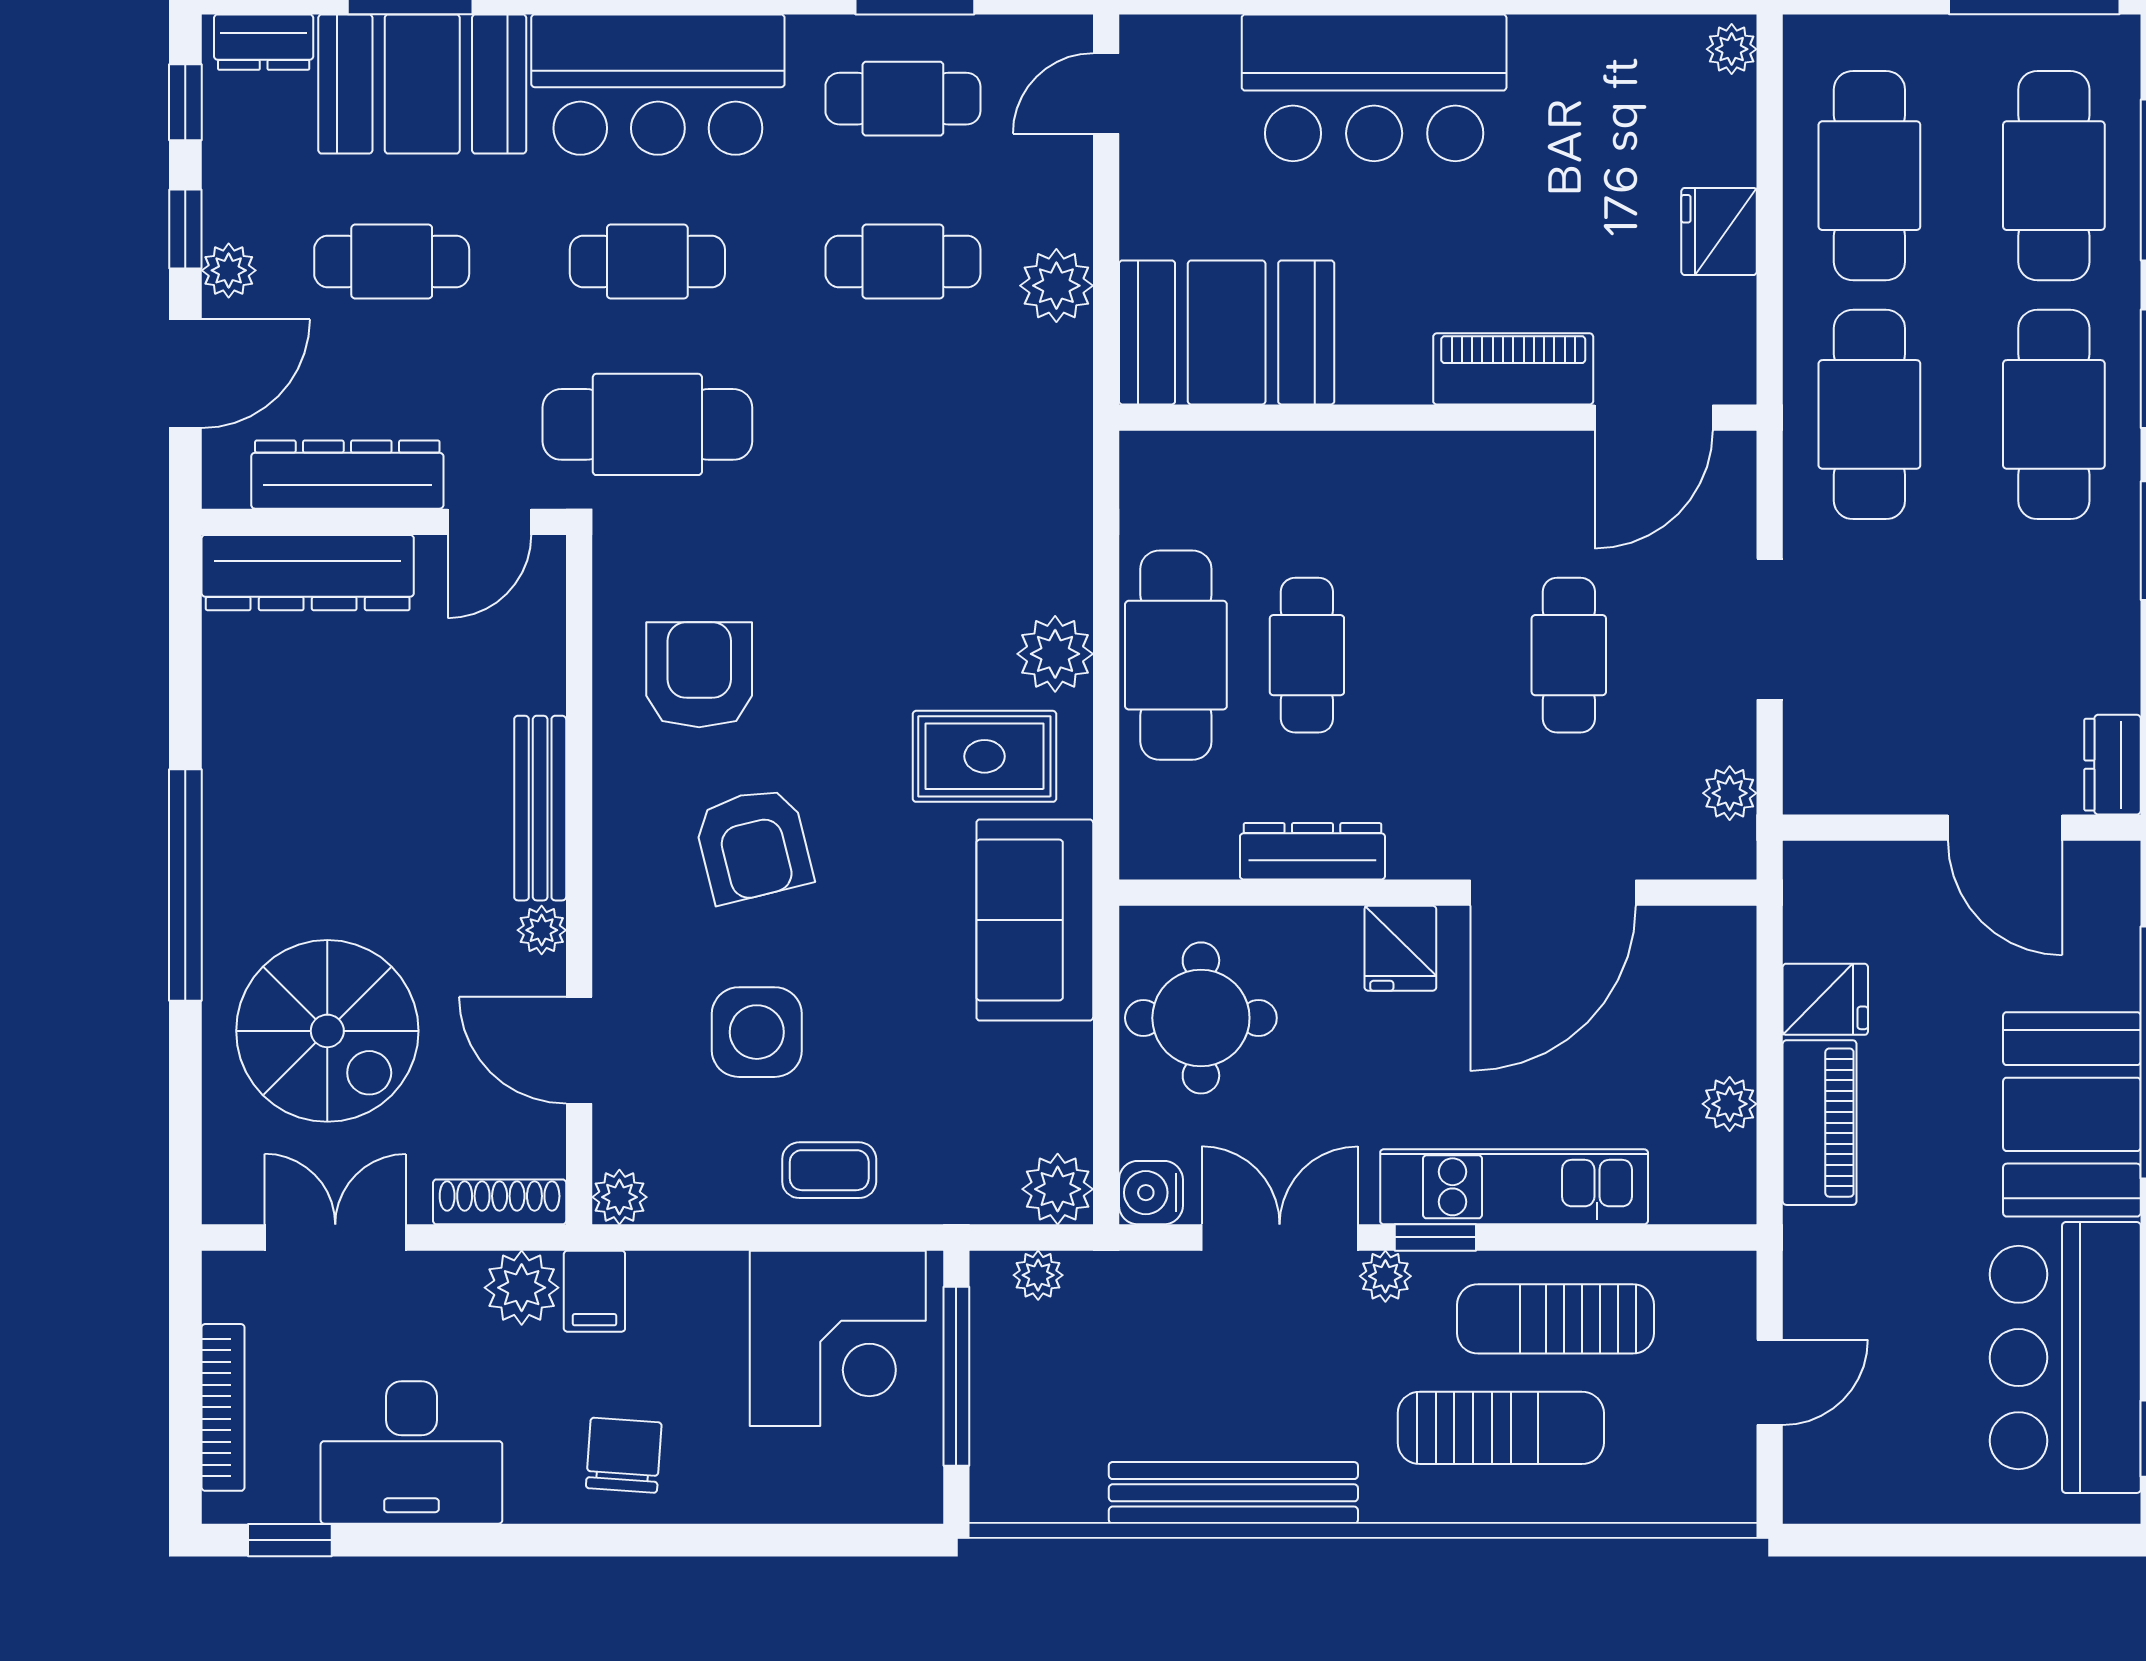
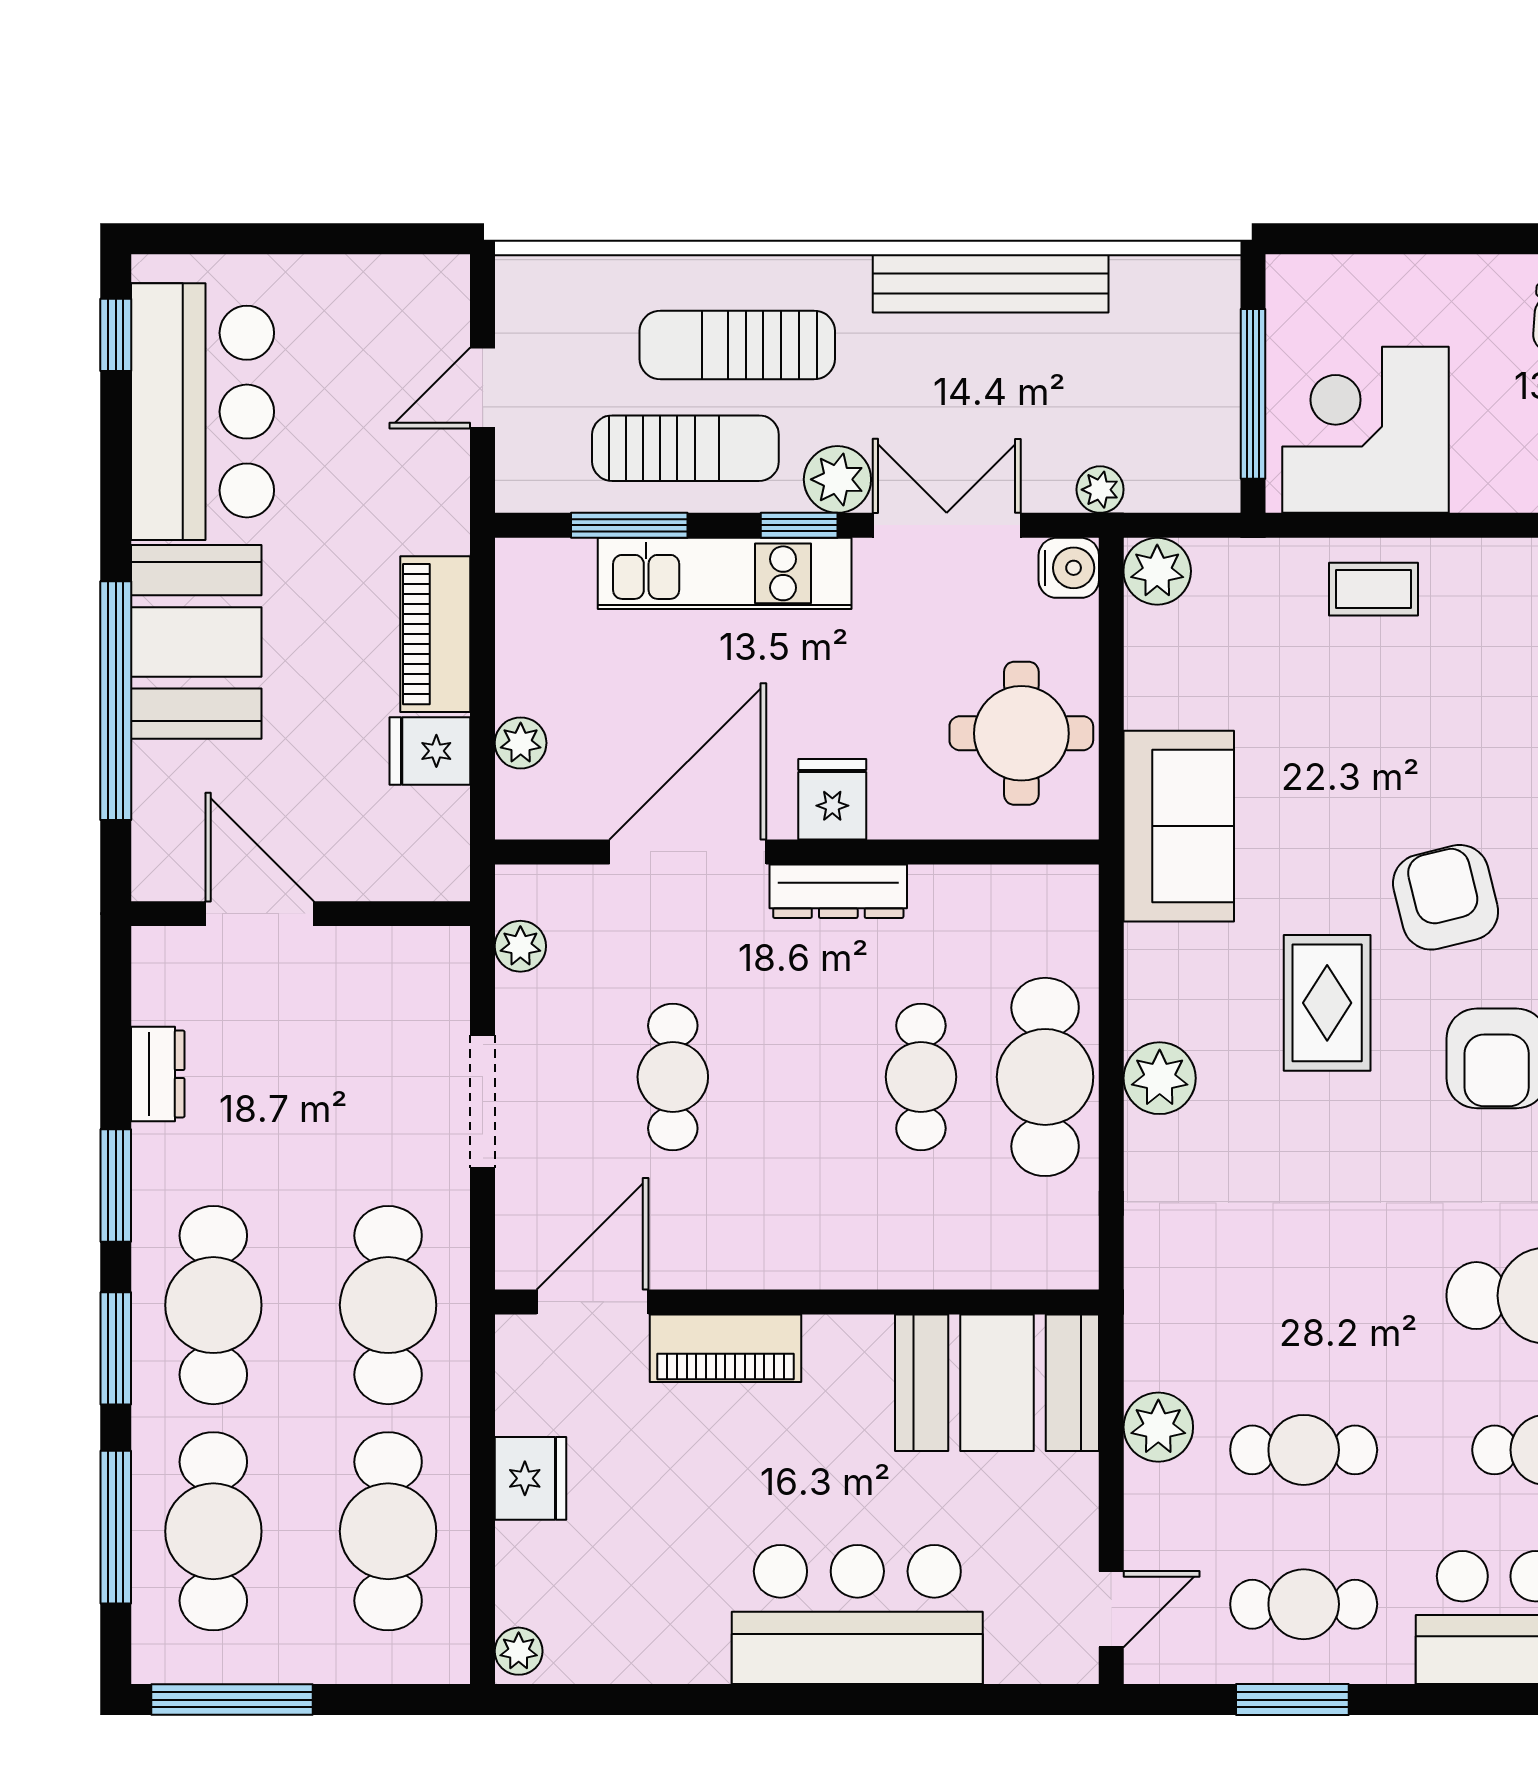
rug: (984, 756) -> (1327, 1003), moved, turned 90
dresser: (2112, 765) -> (158, 1074), moved
dresser: (1312, 851) -> (838, 891), moved
side table: (757, 1032) -> (1442, 720), removed
plant: (1730, 1104) -> (521, 743), moved
double door: (1280, 1237) -> (947, 525), swing flipped
window: (1615, 1237) -> (629, 525), added
plant: (1038, 1275) -> (1100, 490), moved
plant: (1385, 1276) -> (837, 479), width x1.38, depth x1.38

